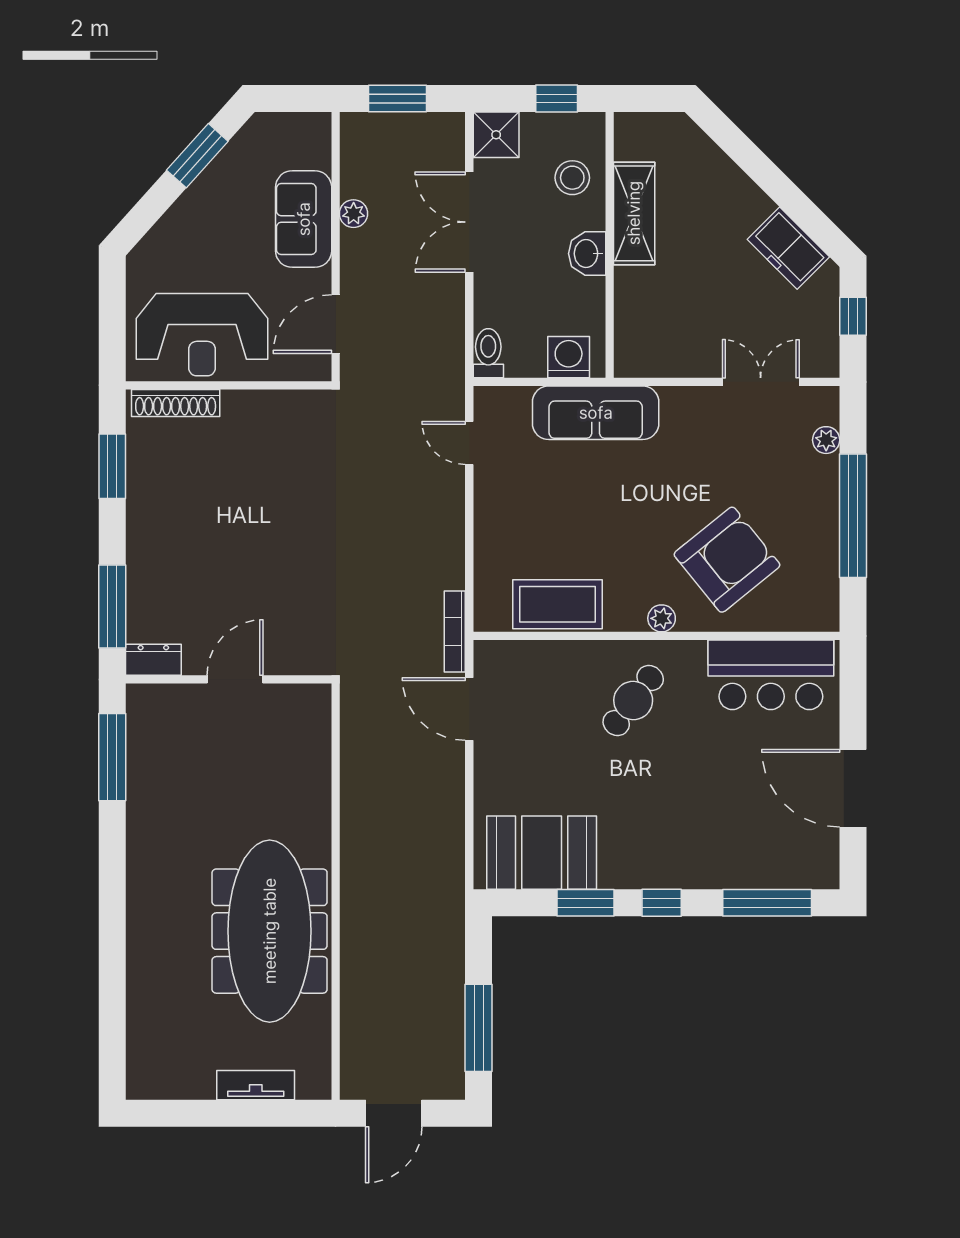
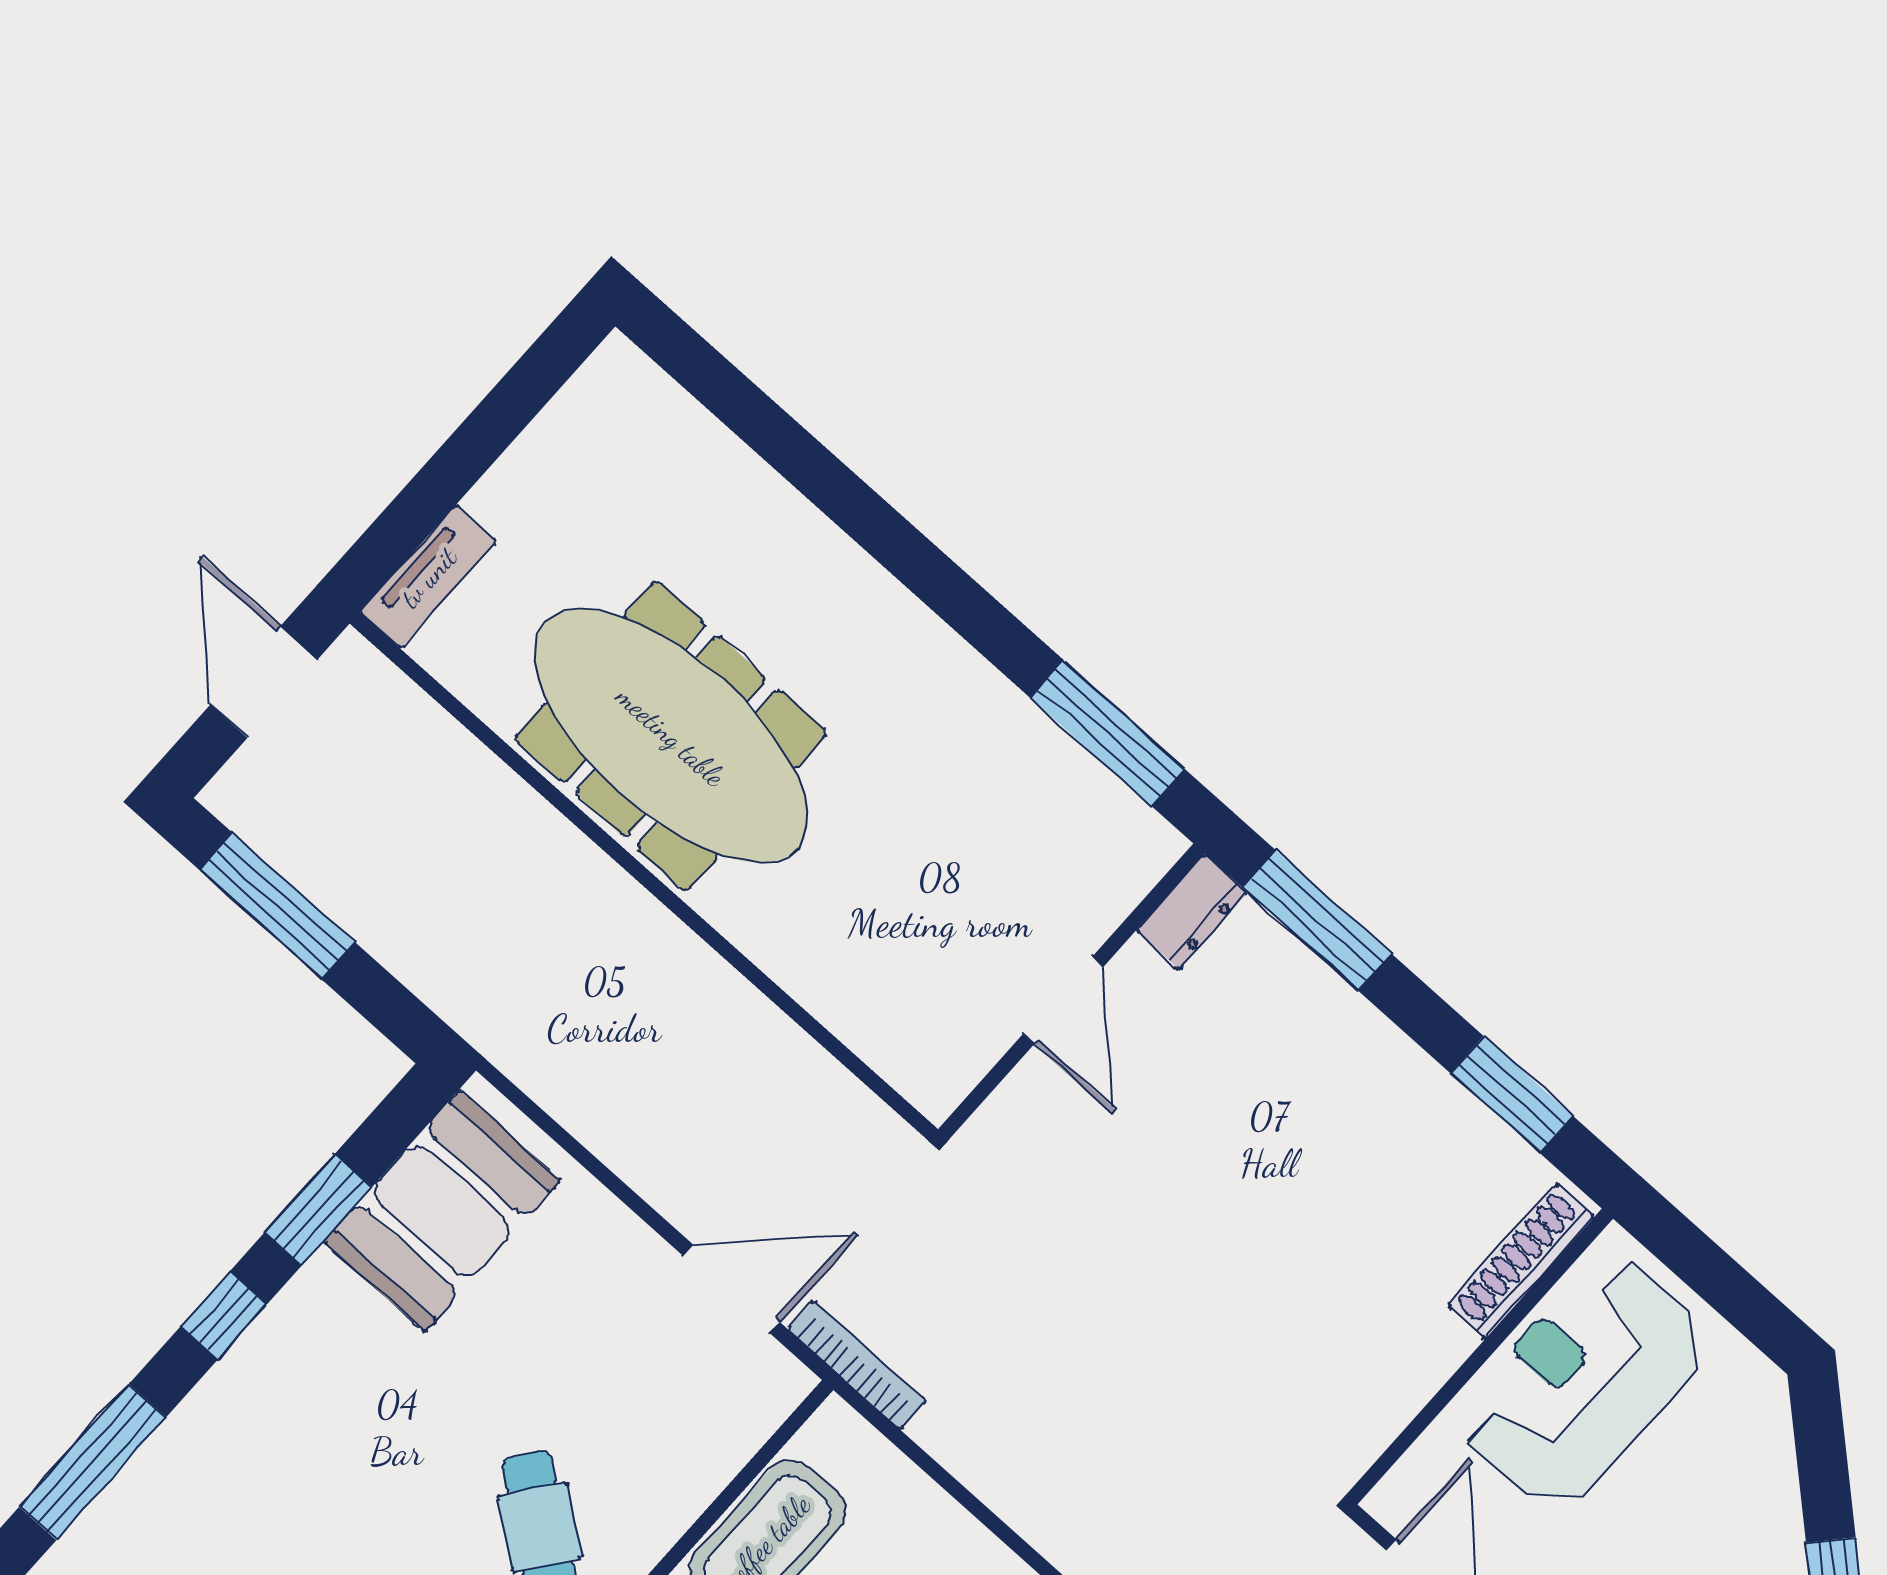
tv unit: (256, 1085) -> (428, 577), moved

